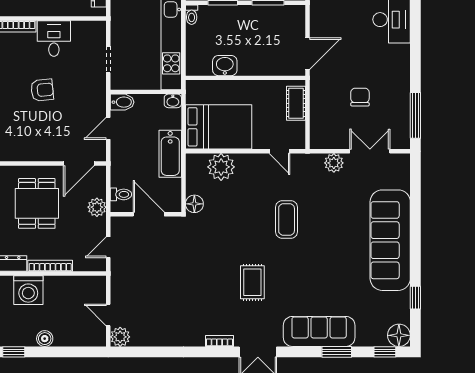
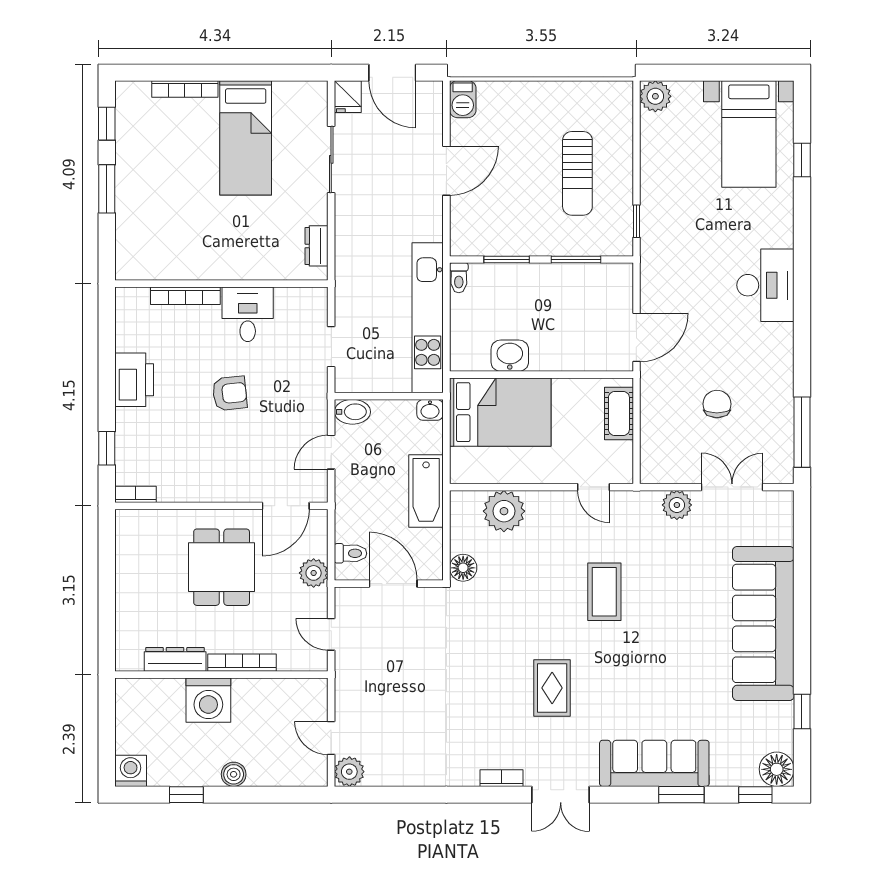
bed: (219, 127) -> (500, 412), moved
door: (108, 247) -> (331, 634), hinge flipped

